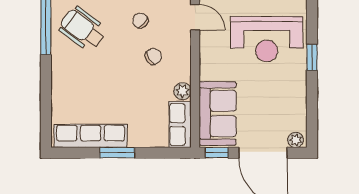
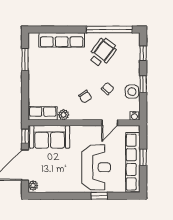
reception desk: (267, 39) -> (96, 167), turned 180
window: (312, 57) -> (99, 196), moved
row of seats: (91, 136) -> (62, 40), moved, turned 90
window: (117, 153) -> (25, 60), moved

